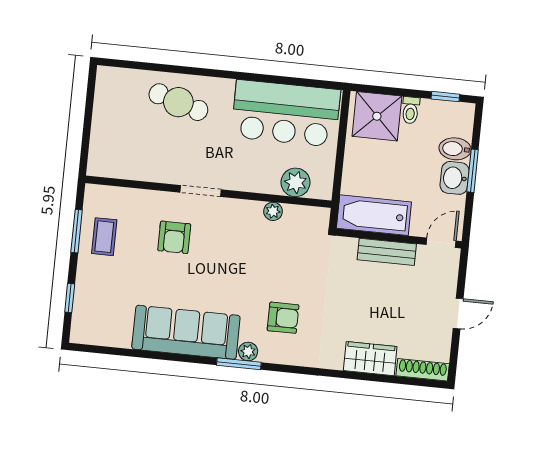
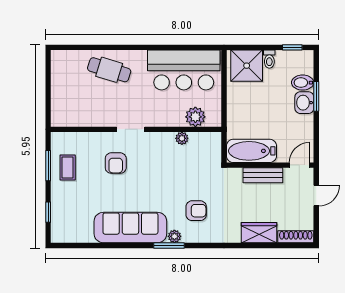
bathtub: (374, 215) -> (251, 151), moved
wall: (399, 238) -> (270, 165), moved
door: (441, 243) -> (300, 165), moved
bench: (387, 252) -> (263, 175), moved

